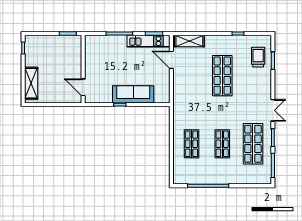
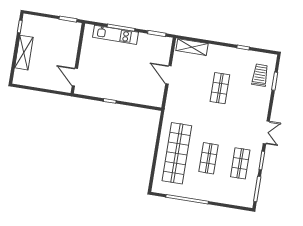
kitchen unit: (149, 41) -> (116, 35), moved
door: (171, 60) -> (168, 75), moved
shop shelf: (222, 76) -> (220, 88), width x0.70, depth x0.74
shelving: (31, 83) -> (24, 53), moved
sofa: (133, 94) -> (125, 93), removed
shop shelf: (191, 144) -> (177, 153), width x2.00, depth x1.36
shop shelf: (253, 144) -> (240, 163), width x0.70, depth x0.74

